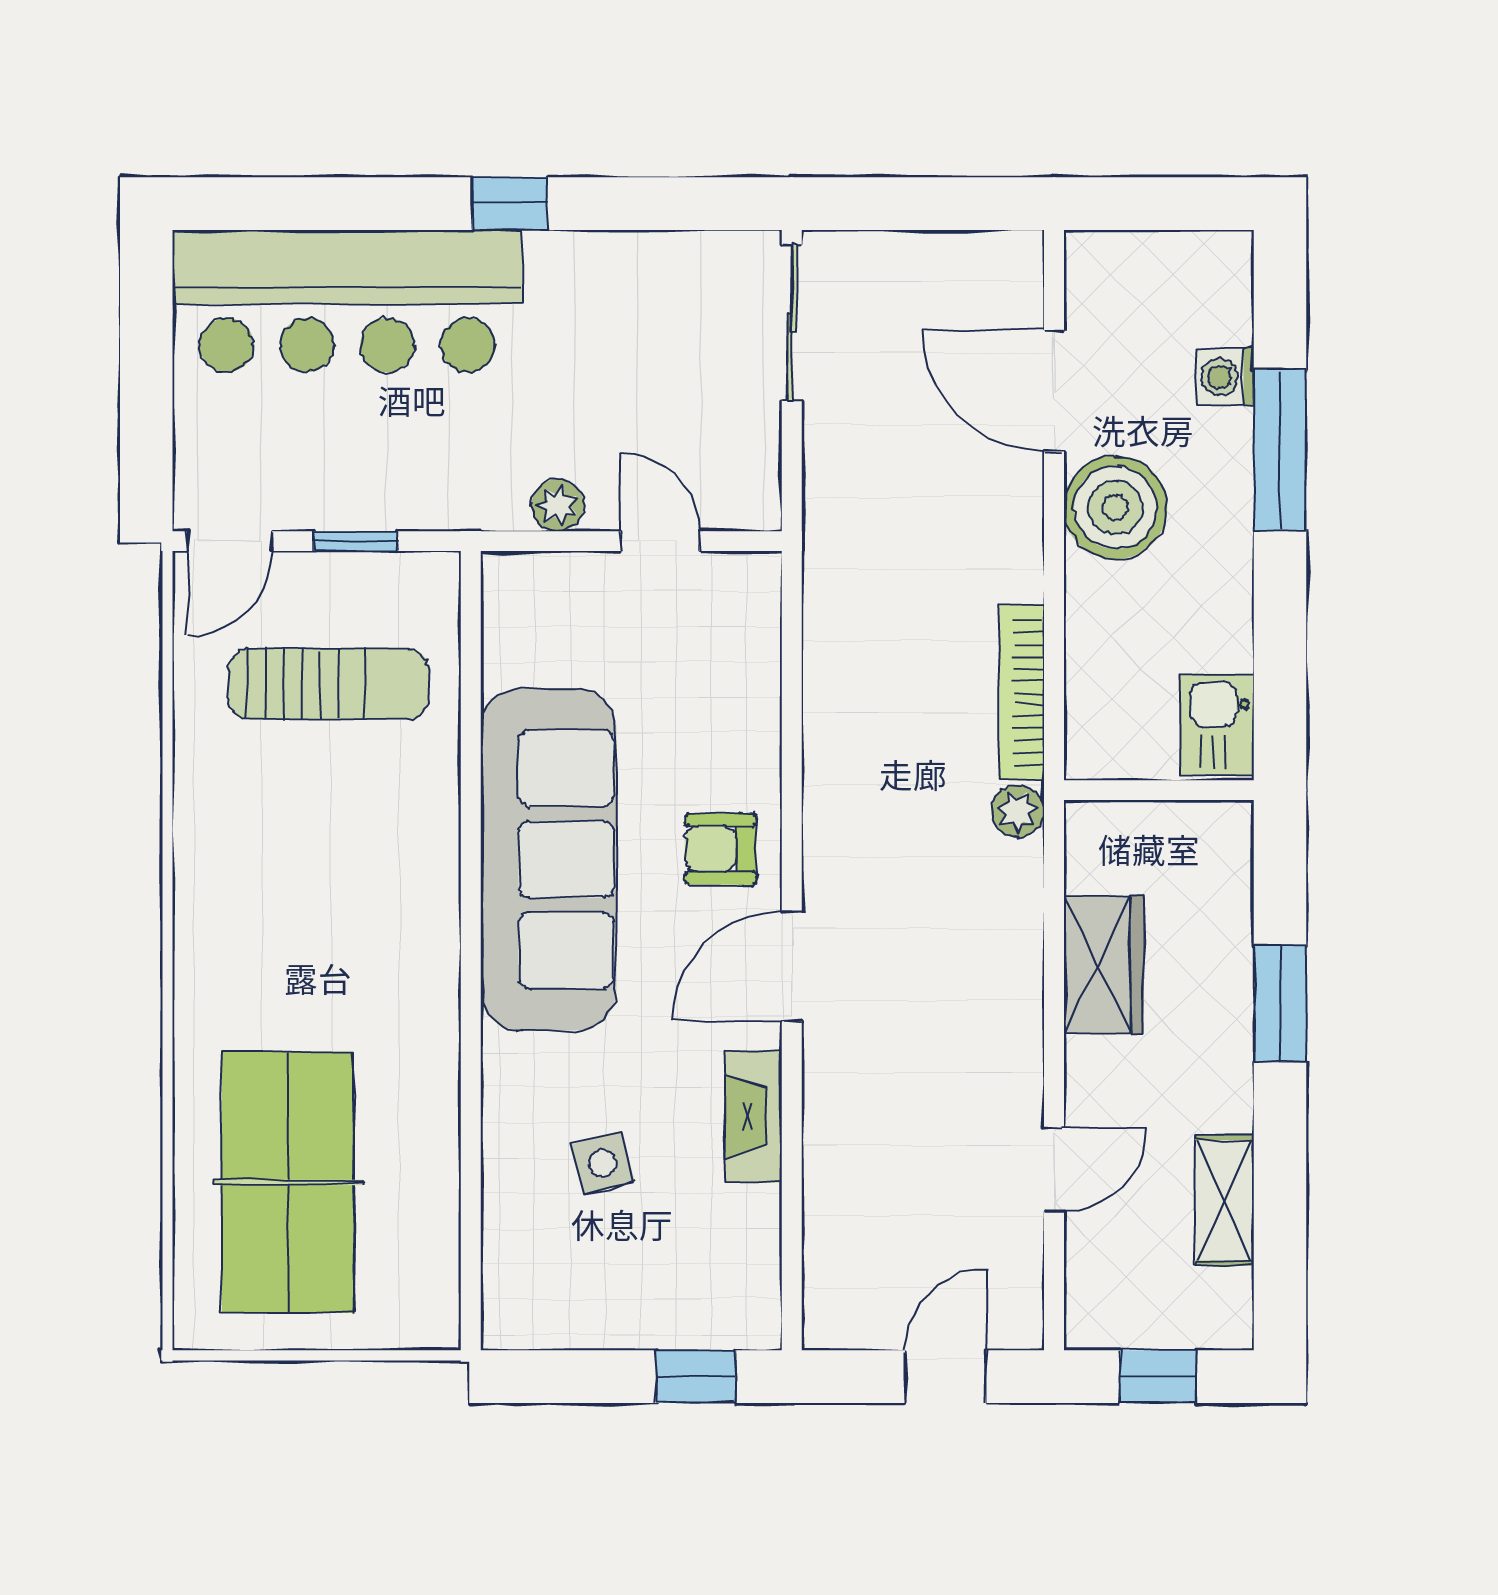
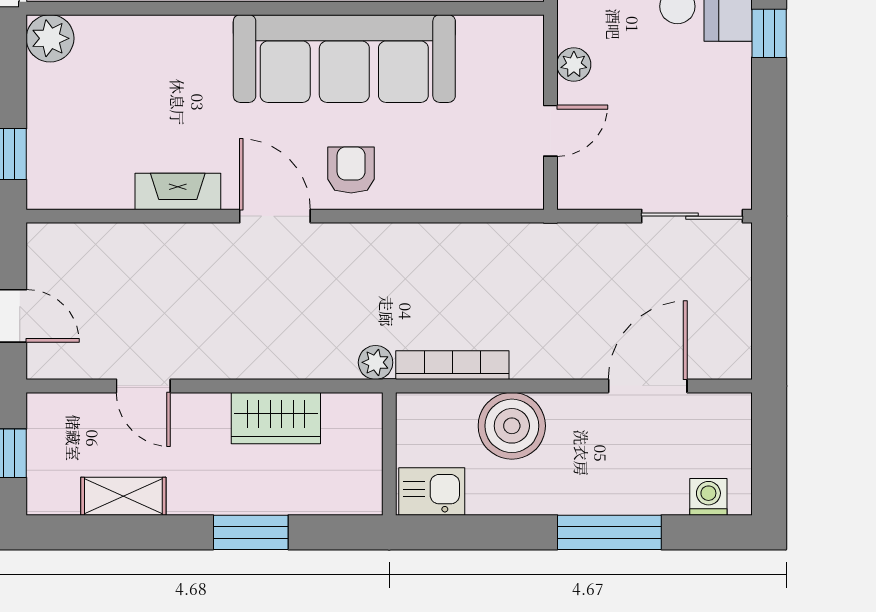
washing machine: (1225, 377) -> (708, 497), moved
boiler: (1115, 507) -> (512, 426), moved
side table: (603, 1163) -> (148, 94), removed
plant: (517, 1314) -> (50, 38), added

